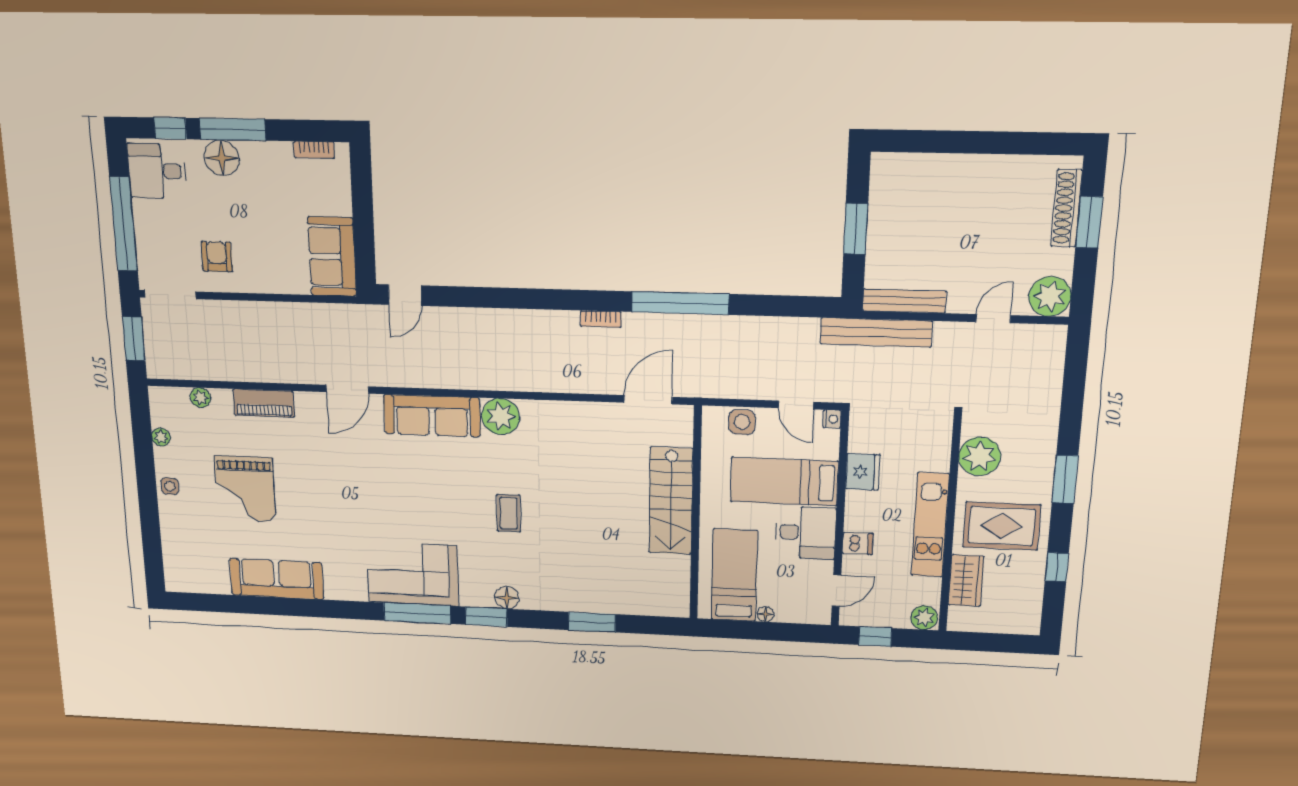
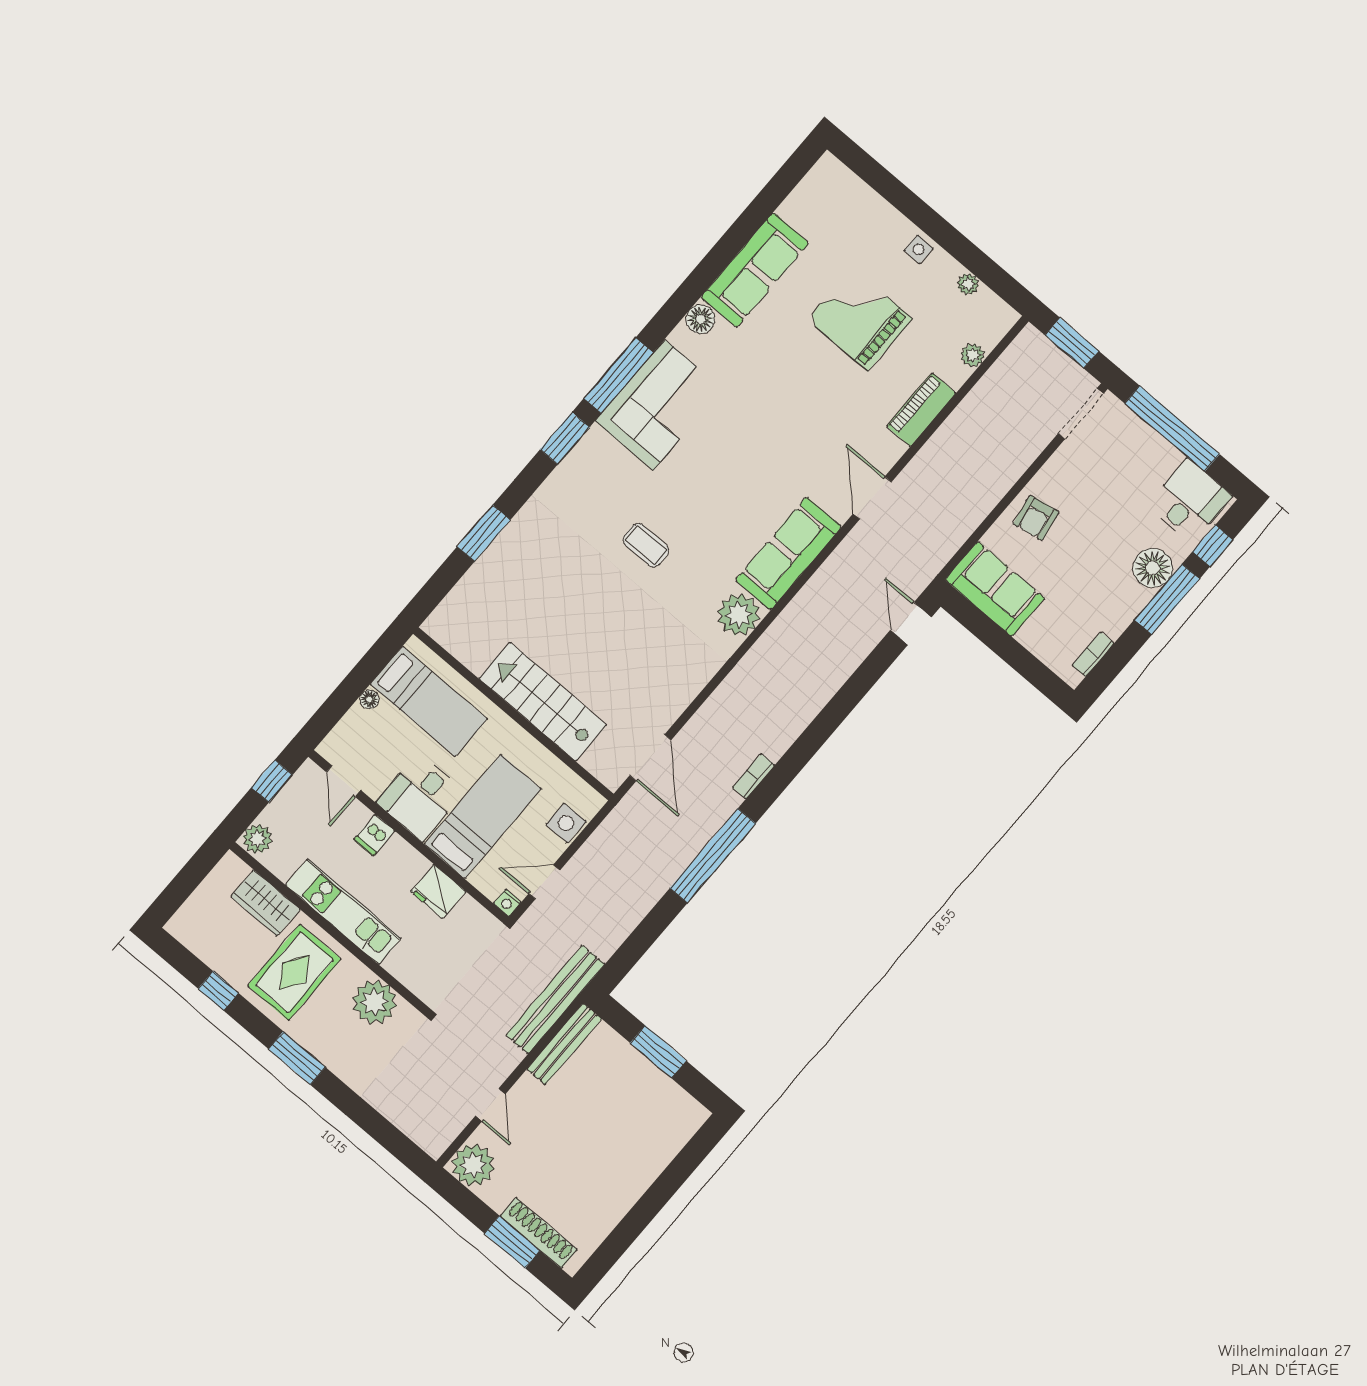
armchair: (217, 257) -> (1036, 518), moved, turned 80
floor lamp: (507, 598) -> (701, 319), moved

